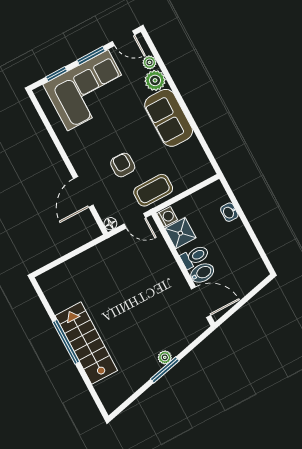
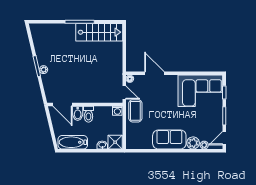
corner sofa: (88, 90) -> (200, 91), moved, turned -90
armchair: (123, 165) -> (157, 102), removed
door: (135, 221) -> (124, 93), swing flipped
shower: (180, 233) -> (115, 142), moved
bathtub: (248, 258) -> (73, 142), added
door: (201, 302) -> (63, 105), hinge flipped
stairs: (86, 343) -> (99, 32), moved

